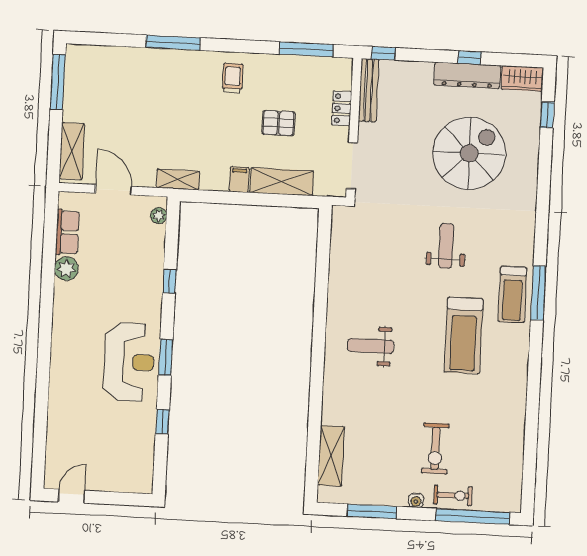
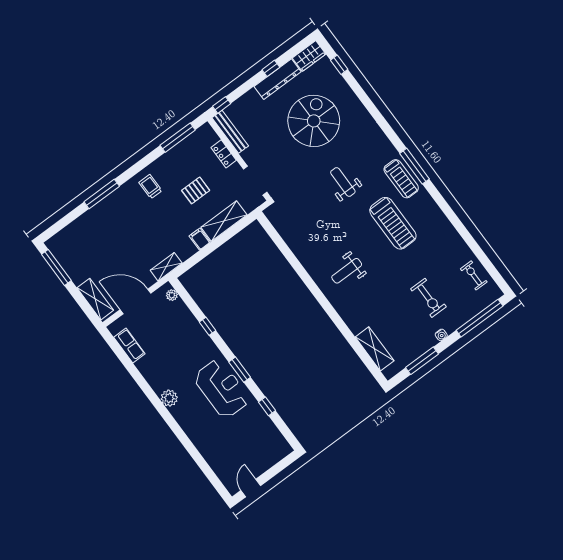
door: (113, 190) -> (136, 301), width x1.36
plant: (66, 269) -> (169, 398), moved
exercise bike: (453, 495) -> (474, 275), moved, turned -90

